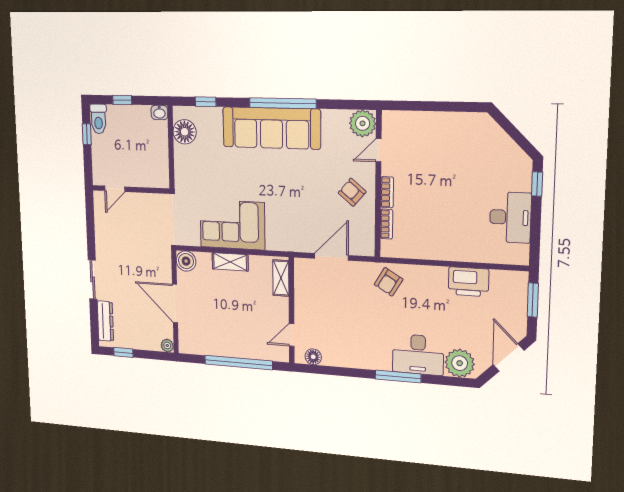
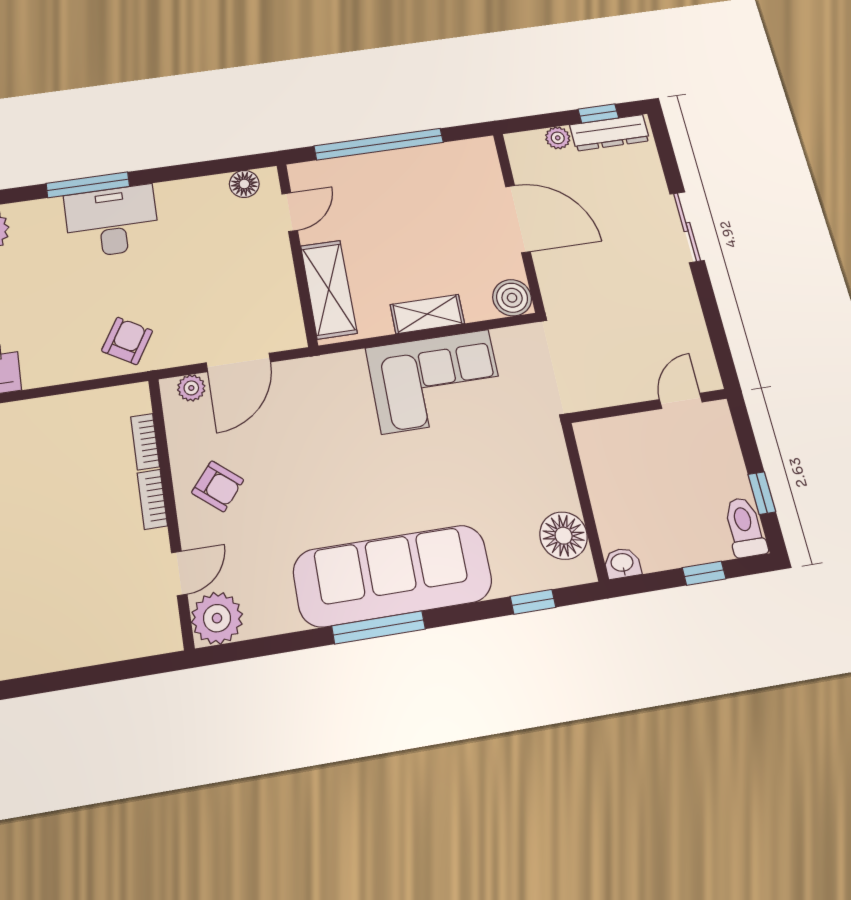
window: (283, 103) -> (378, 627), width x0.68
plant: (358, 248) -> (191, 388), added
shelving: (281, 278) -> (329, 289), width x1.50, depth x1.33
dresser: (105, 321) -> (610, 133), moved, turned -90
plant: (167, 346) -> (558, 138), moved
desk: (418, 355) -> (112, 221), moved

